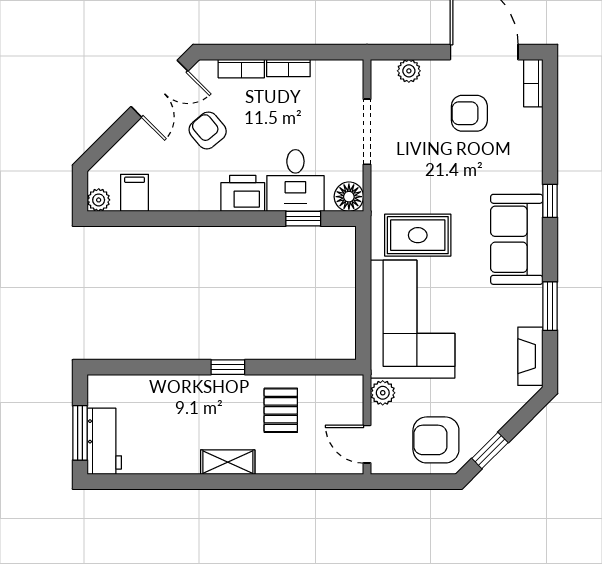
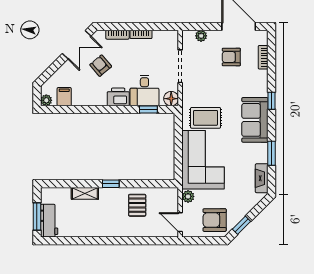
bookcase: (533, 83) -> (263, 57), moved
shelving: (228, 462) -> (85, 193), moved

